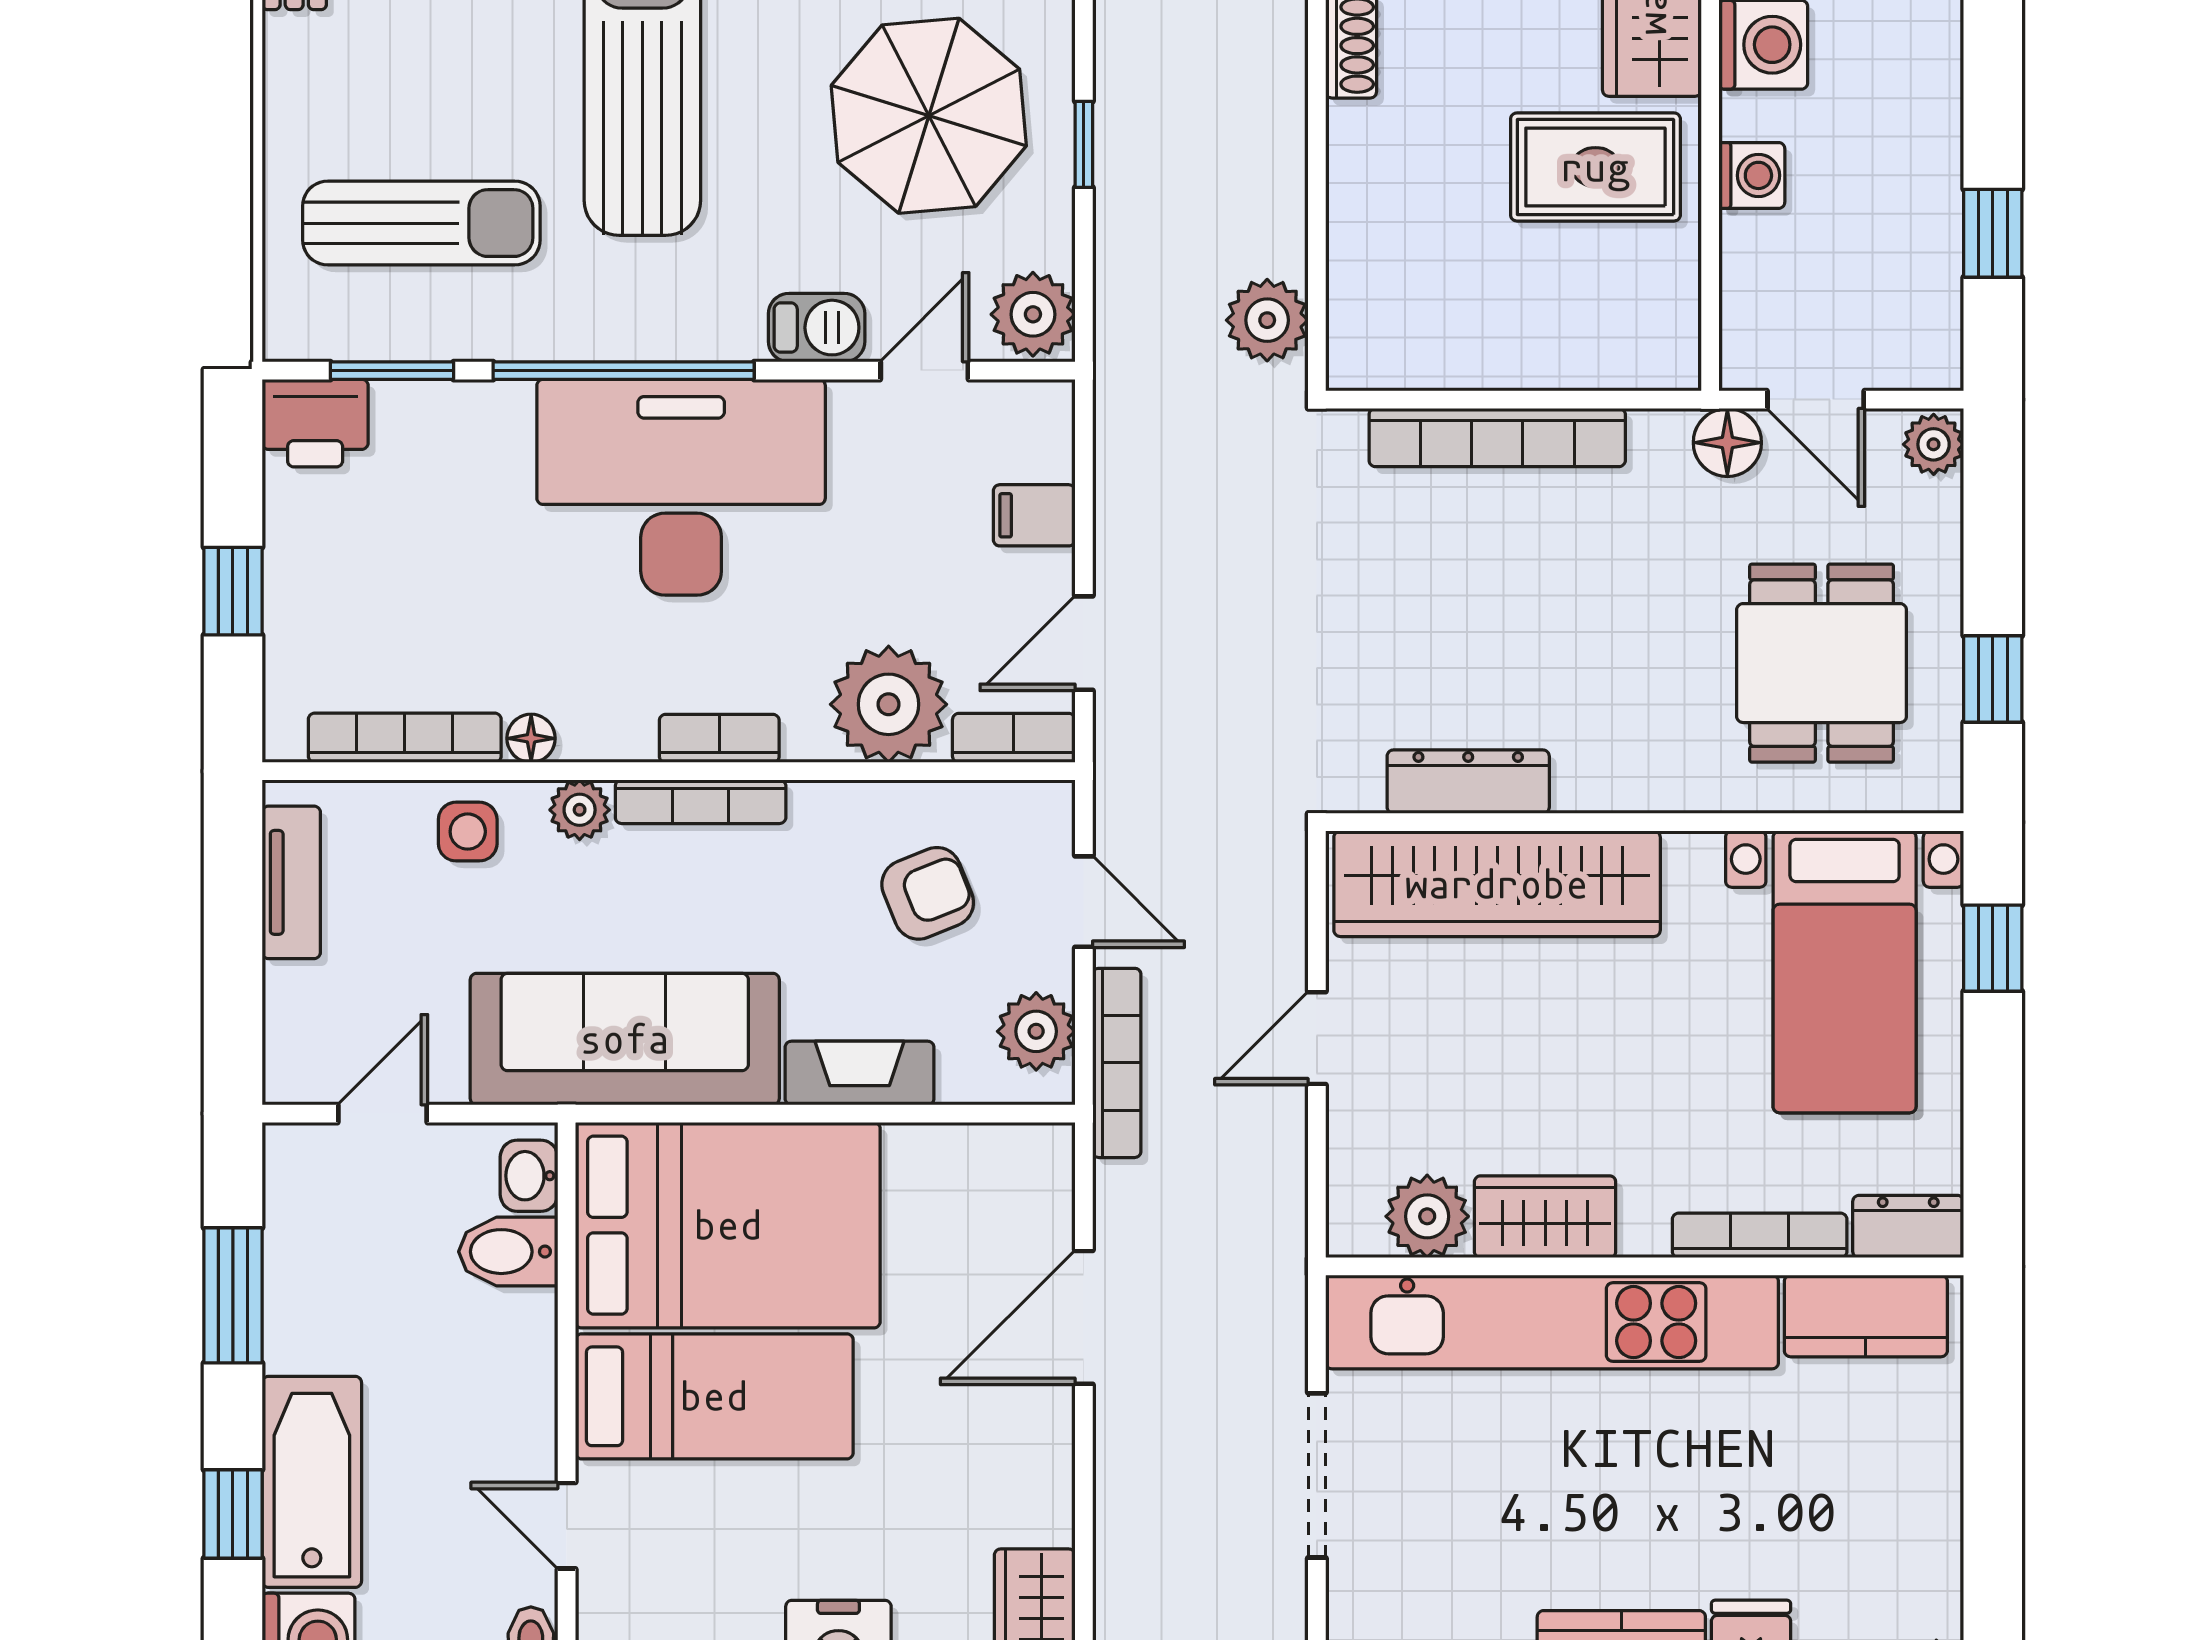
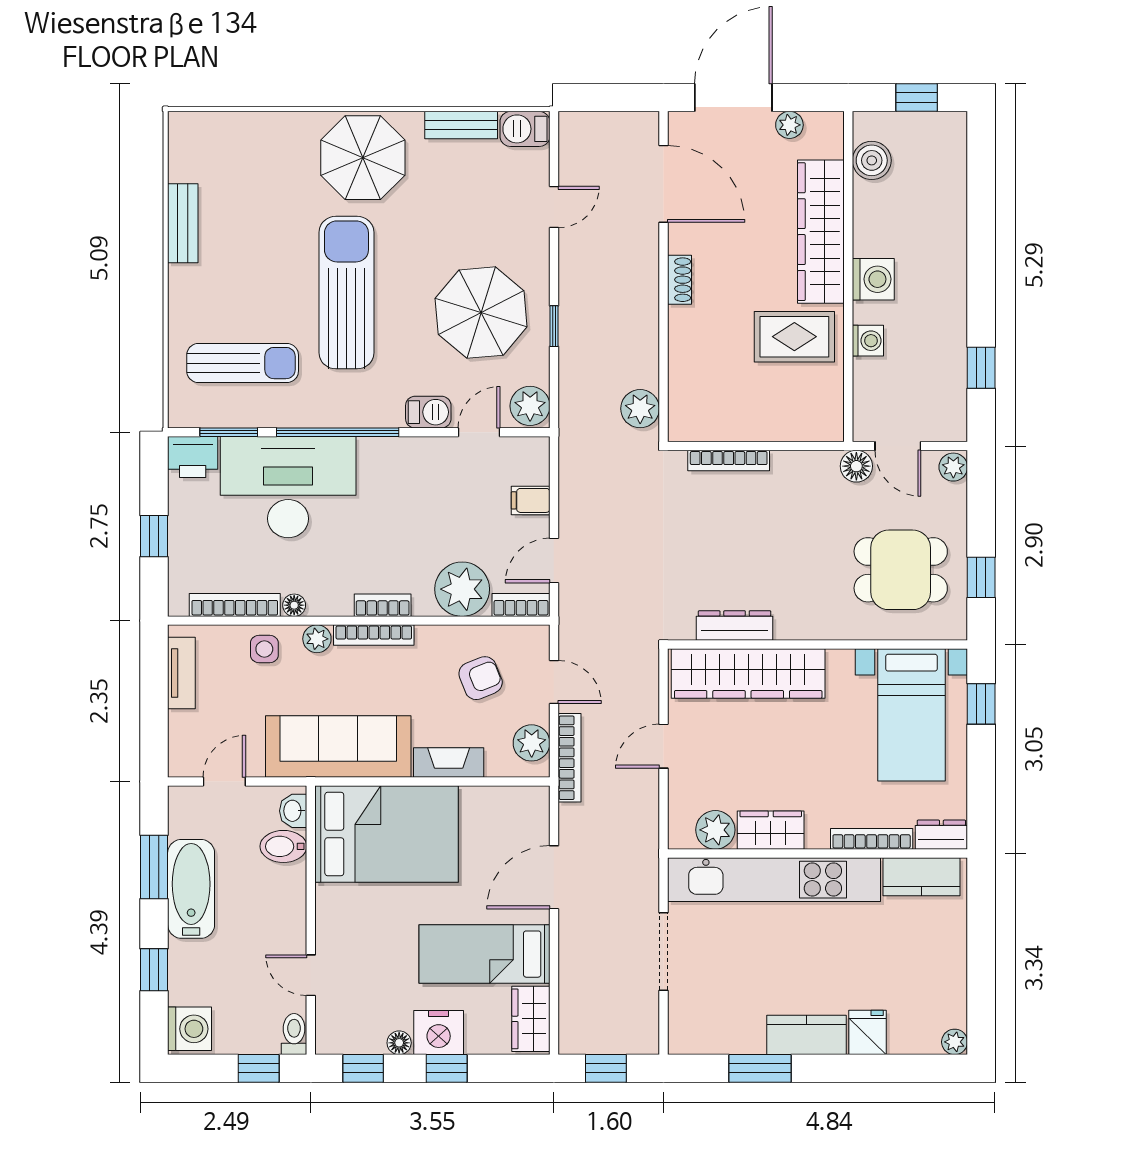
bookcase: (1497, 437) -> (729, 461), width x0.68, depth x0.76
desk: (681, 487) -> (288, 487), moved
dining table: (1822, 663) -> (901, 570), turned 90
bed: (714, 1396) -> (484, 954), moved, turned 180
bathtub: (312, 1482) -> (191, 889), moved

